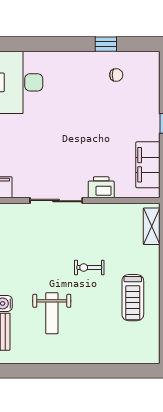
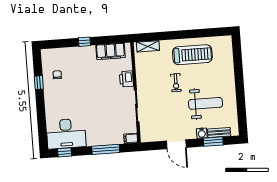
treadmill: (133, 298) -> (192, 55), width x1.37, depth x1.38
weight bench: (52, 313) -> (206, 103), width x1.36, depth x1.33

